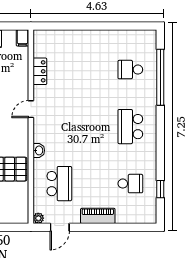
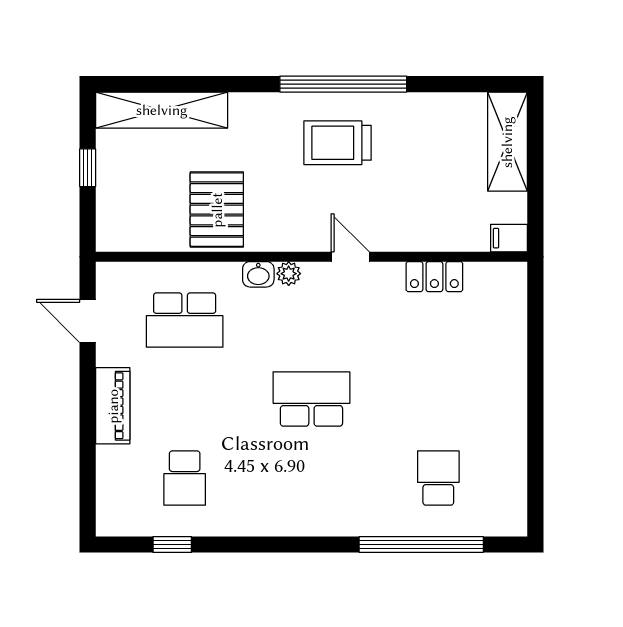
school desk: (130, 127) -> (311, 399), moved
plant: (38, 218) -> (289, 274), moved

